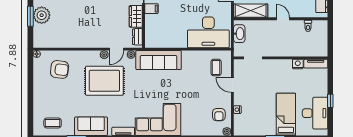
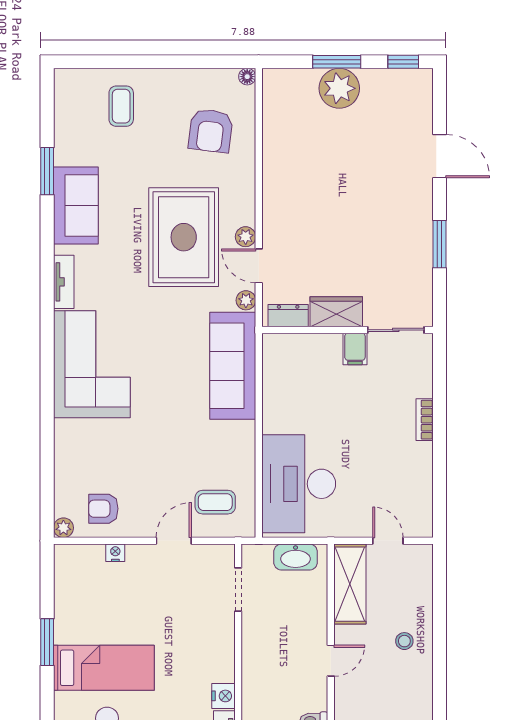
coffee table: (53, 123) -> (121, 106), moved

